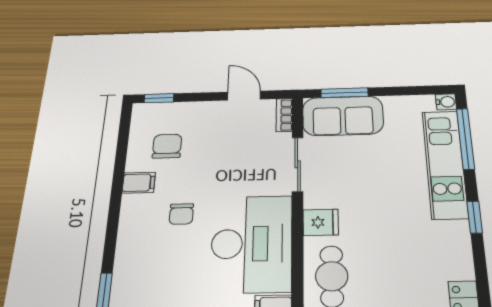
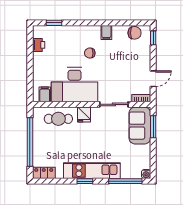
chair: (167, 146) -> (135, 33), moved
kitchen unit: (445, 164) -> (92, 171), moved

